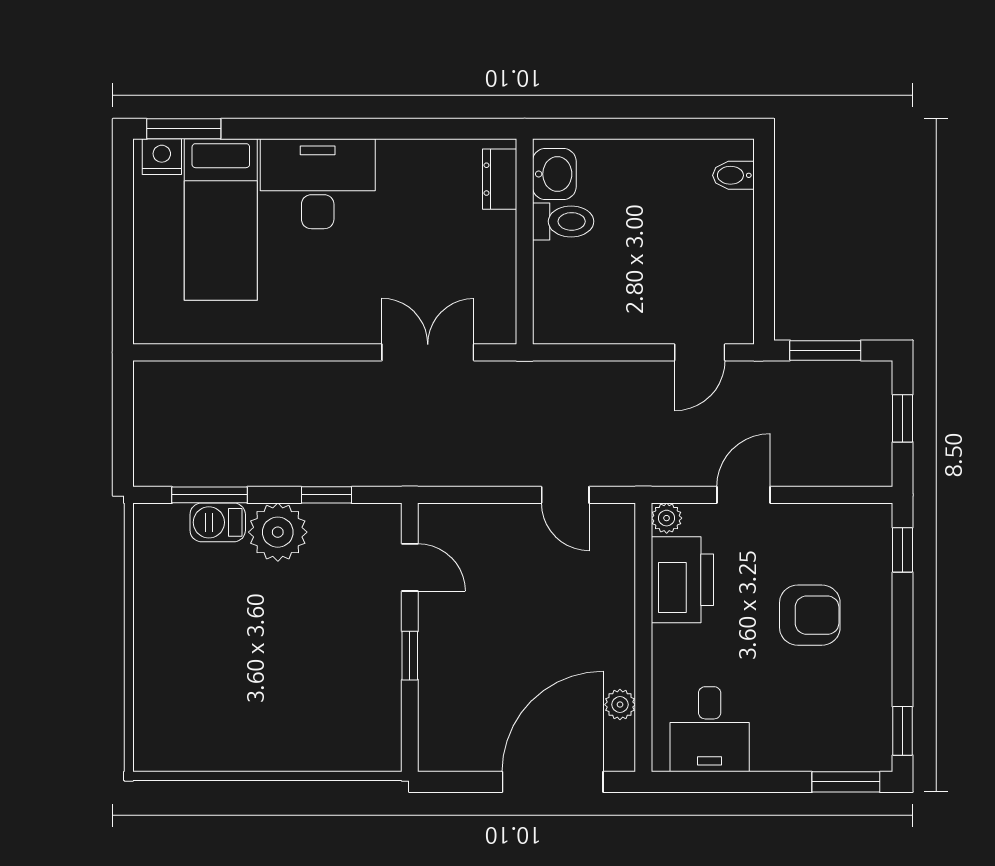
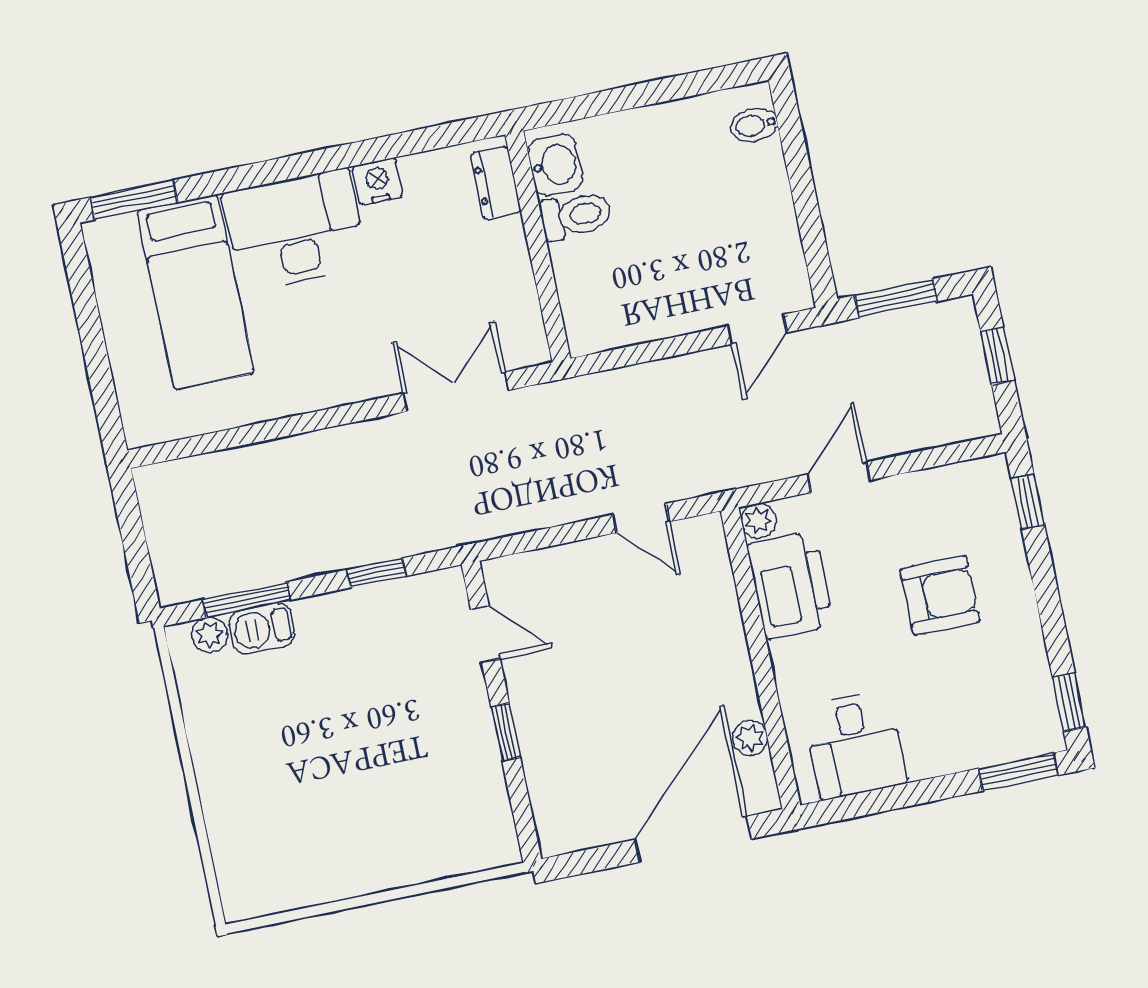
nightstand: (162, 157) -> (378, 181), moved
plant: (278, 532) -> (210, 635), moved, width x0.53, depth x0.53

